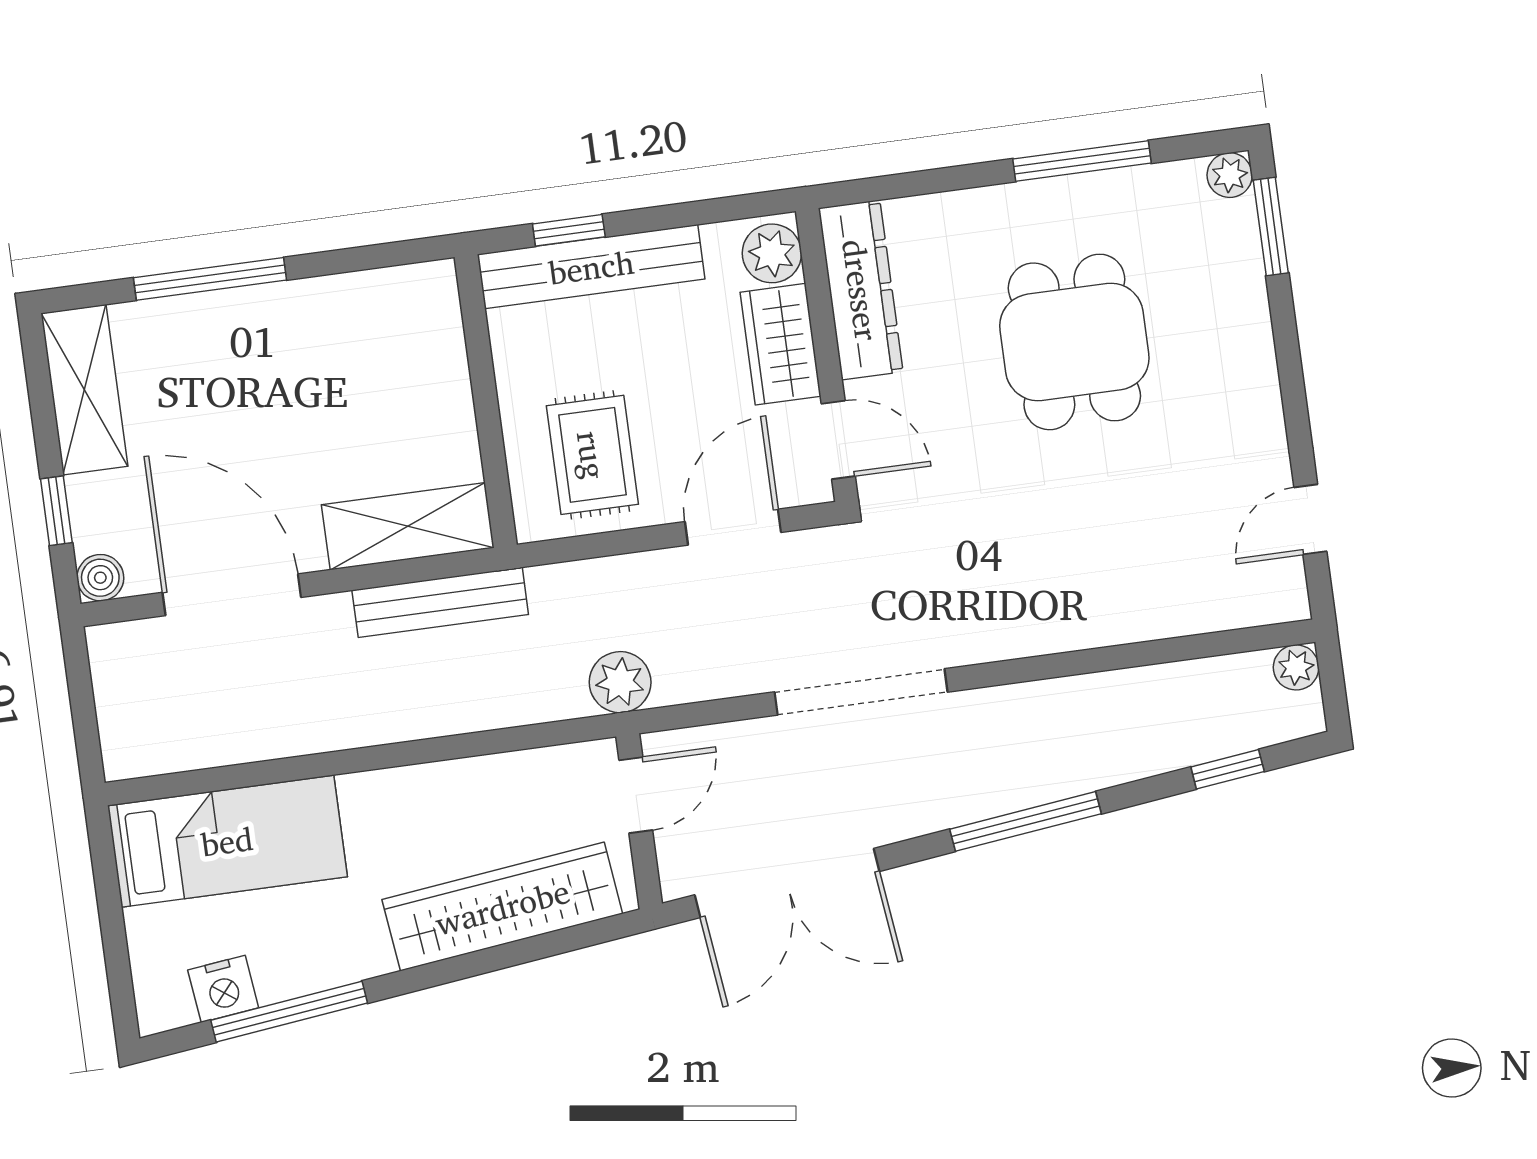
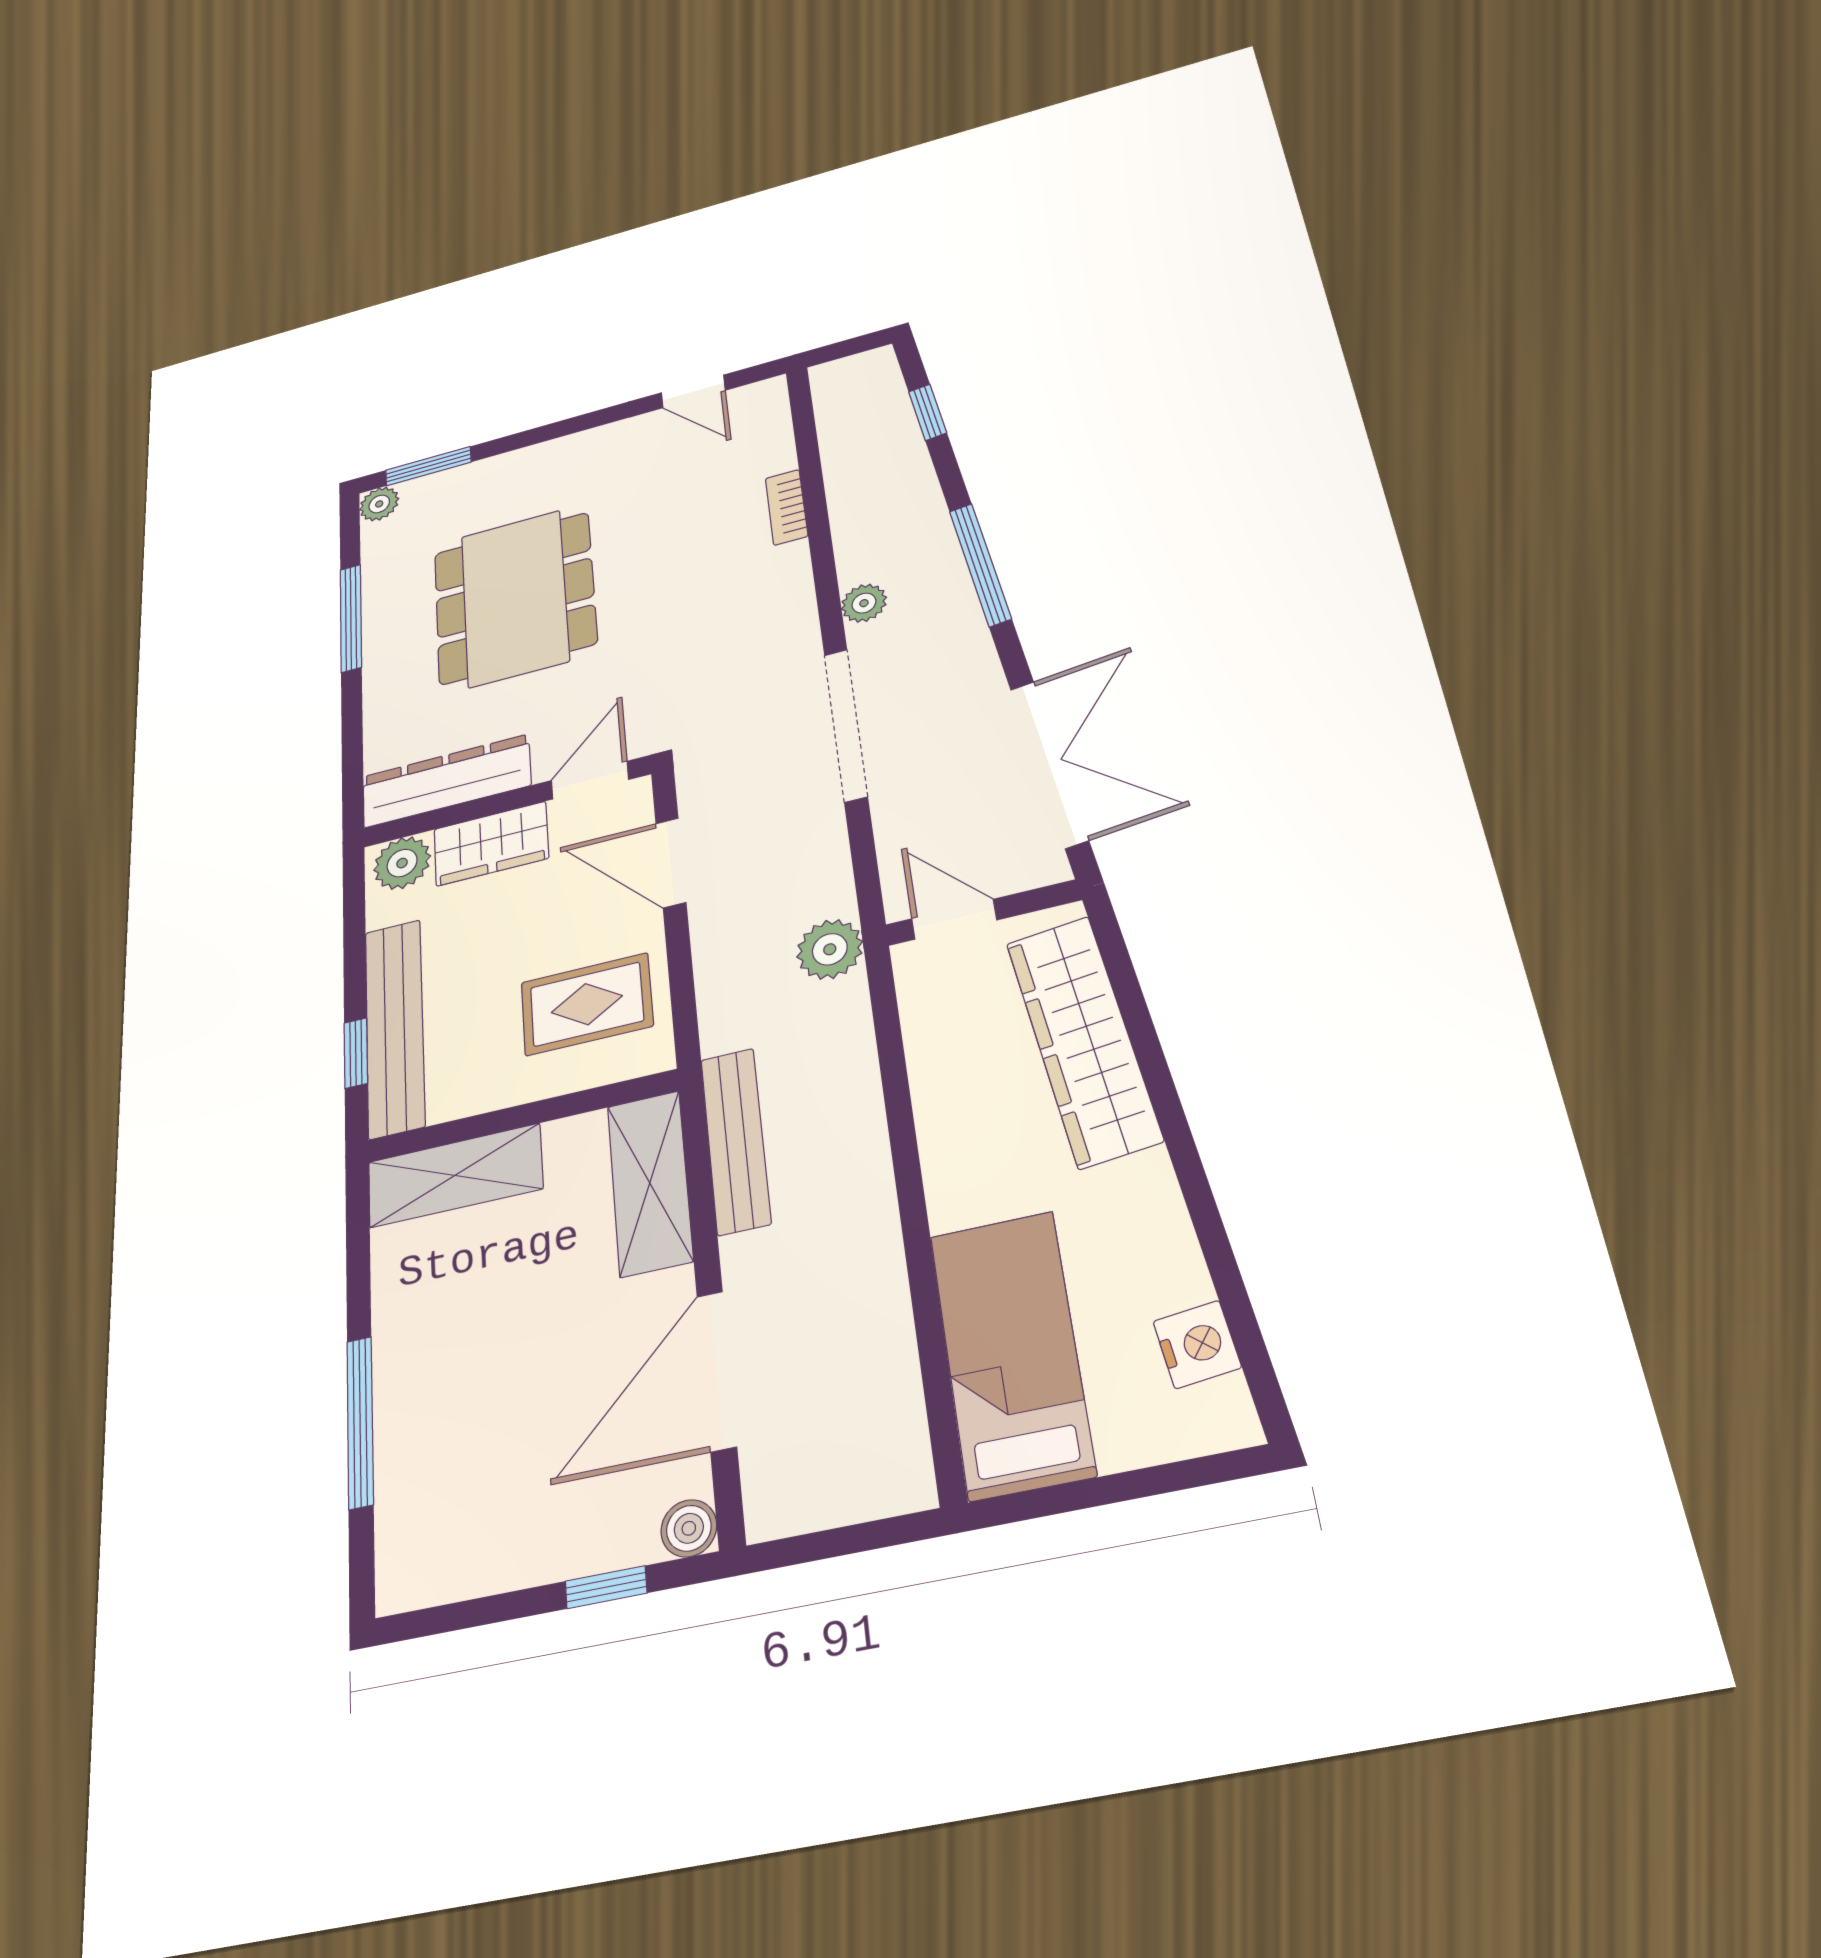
dining table: (1074, 342) -> (515, 598), width x1.38
shelving: (84, 390) -> (455, 1175), moved
bookcase: (1135, 626) -> (786, 507), added
plant: (1296, 667) -> (864, 603), moved
window: (289, 1012) -> (1222, 1264), removed

